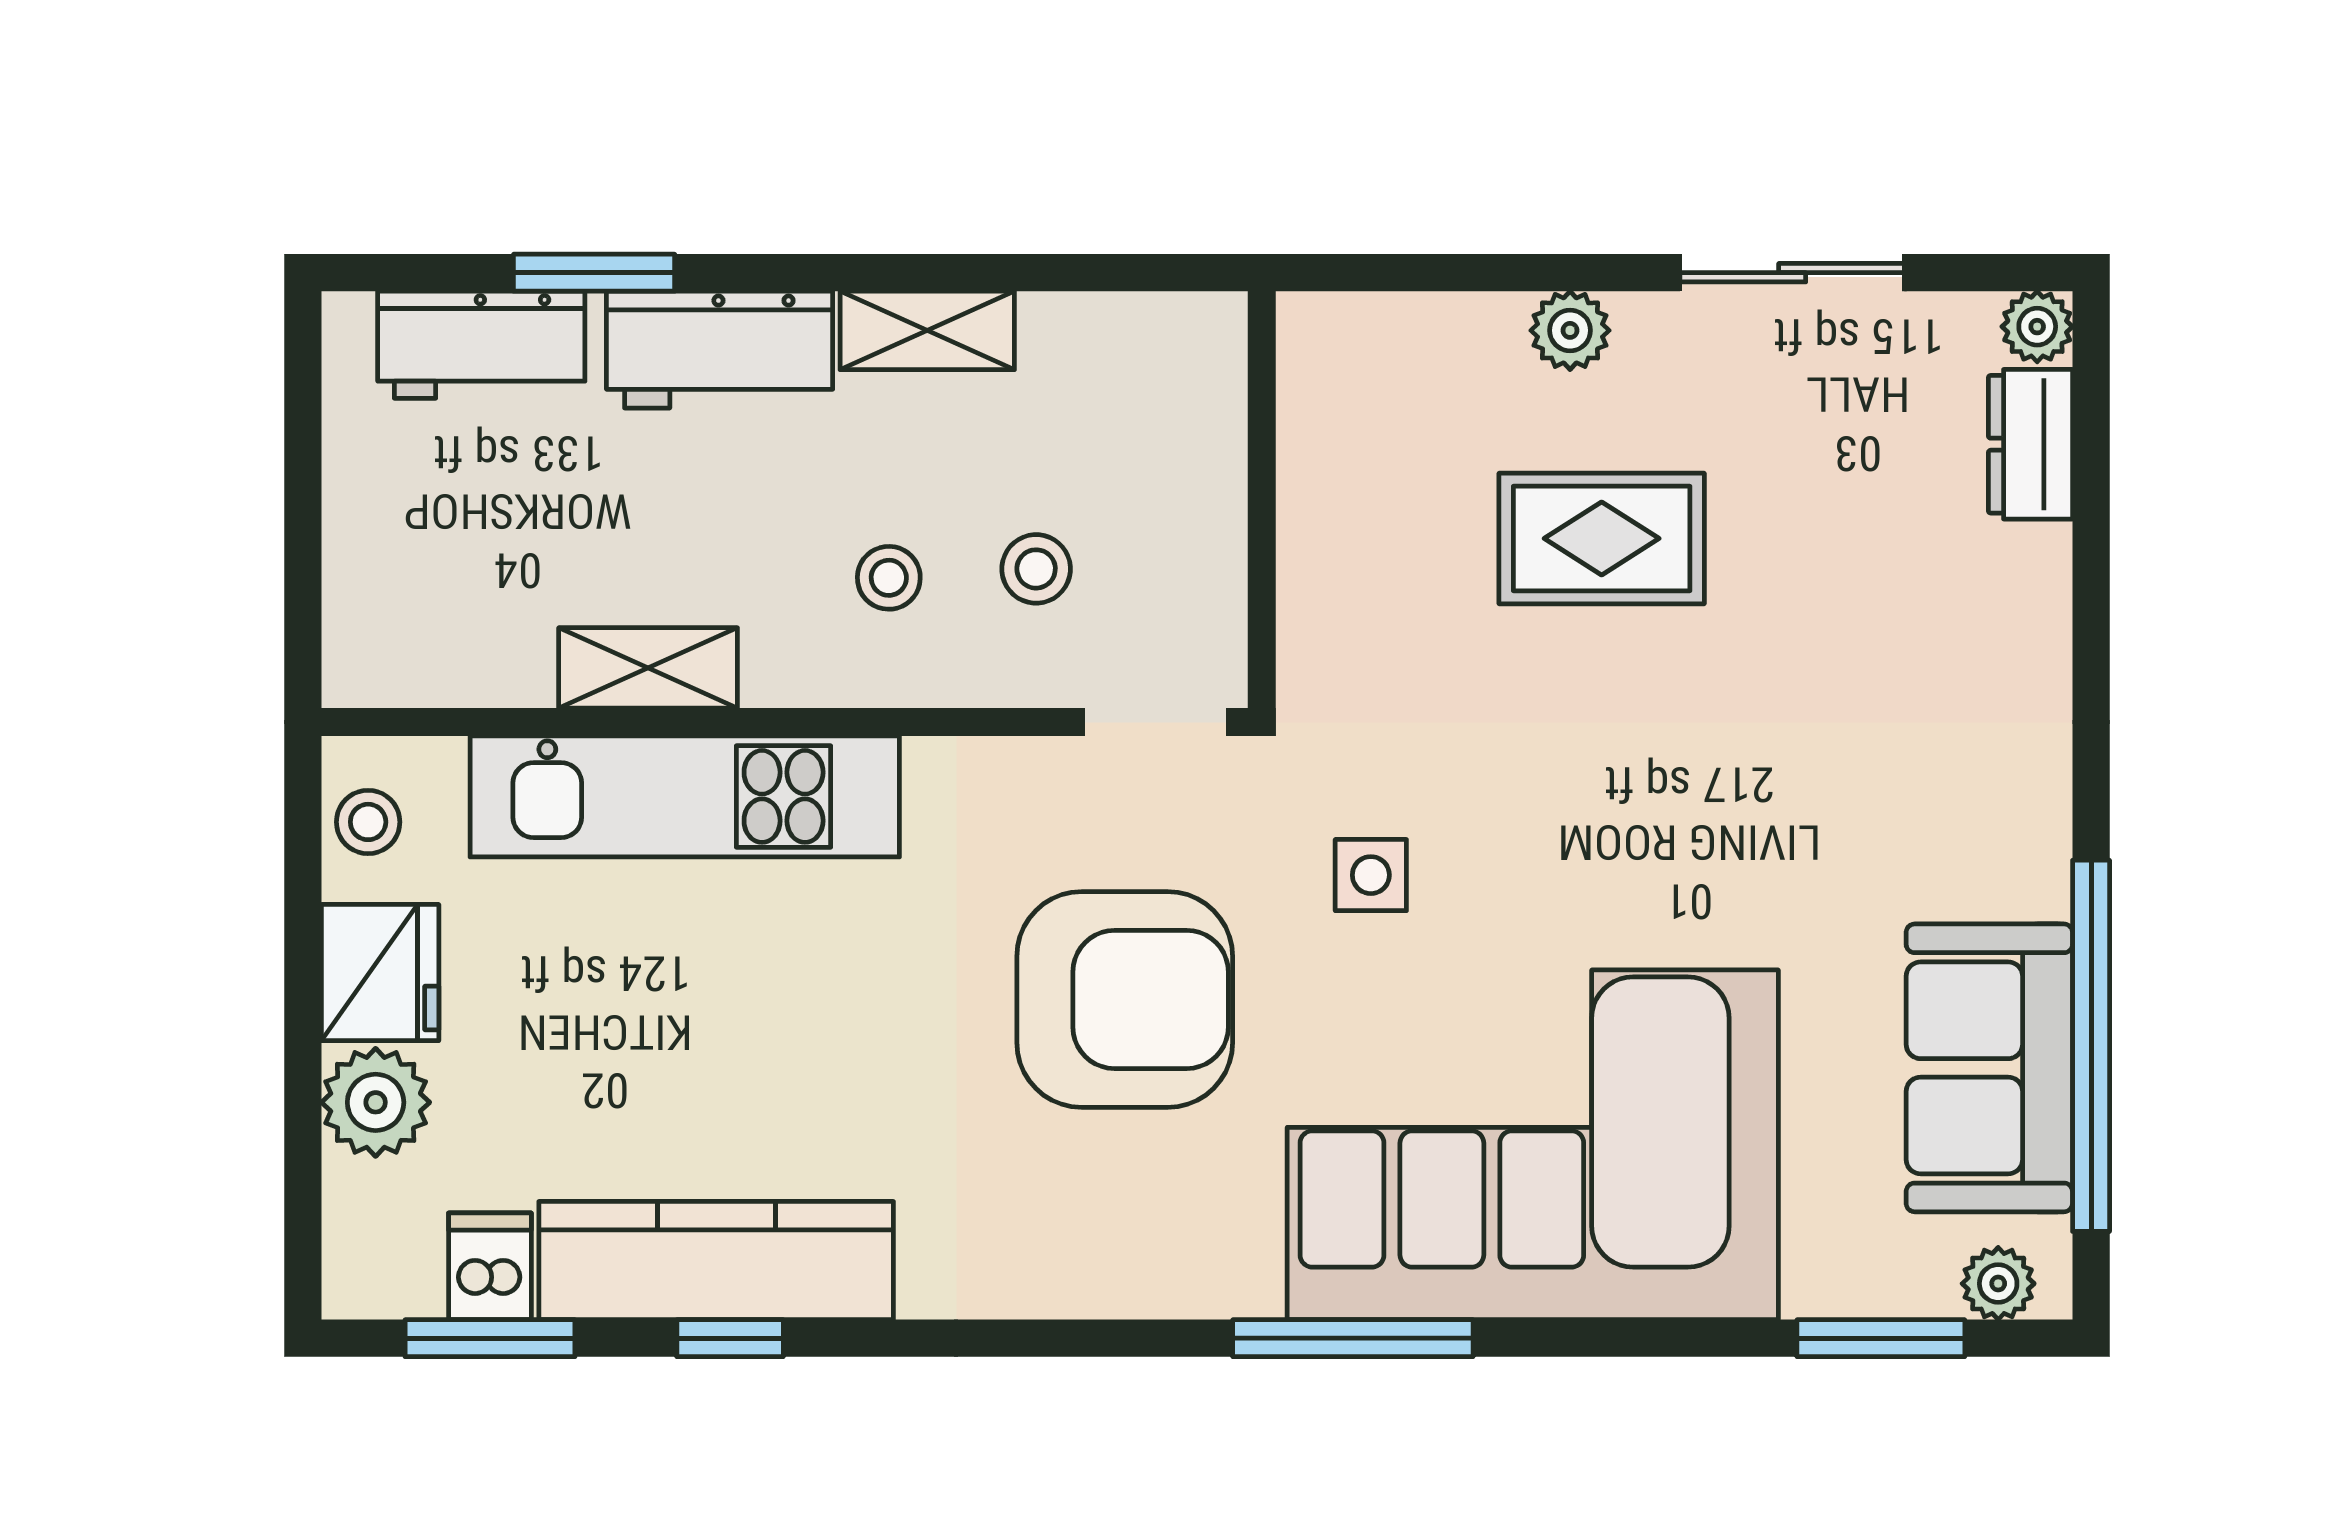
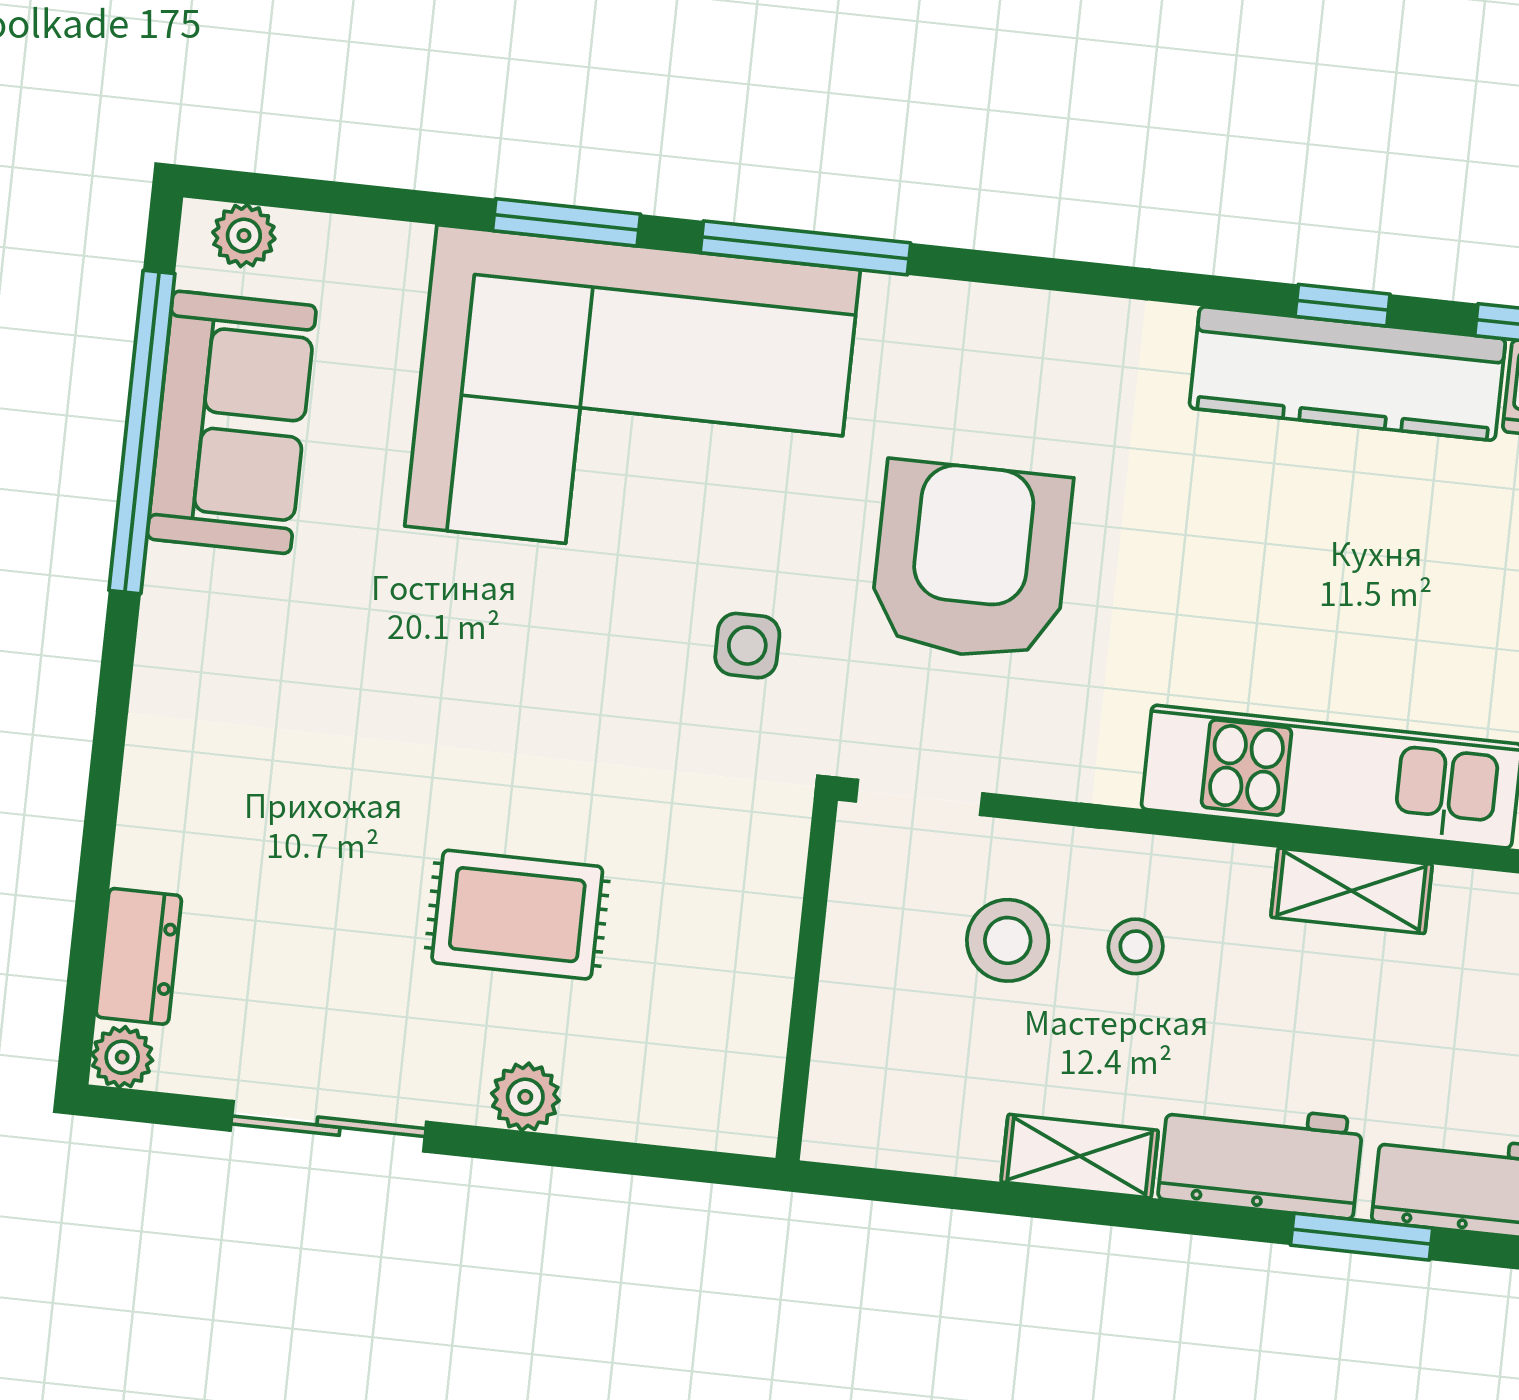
stool: (1036, 569) -> (1008, 940), width x1.37, depth x1.37
armchair: (1125, 999) -> (971, 561), turned 90
window: (1881, 1338) -> (566, 222), moved

